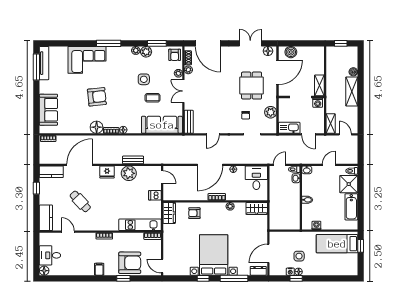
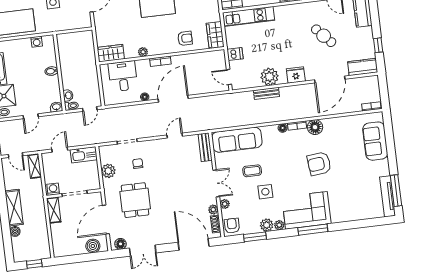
corner sofa: (87, 60) -> (306, 210), moved
door: (308, 134) -> (60, 150), hinge flipped
desk: (256, 178) -> (123, 76), moved, turned 180

